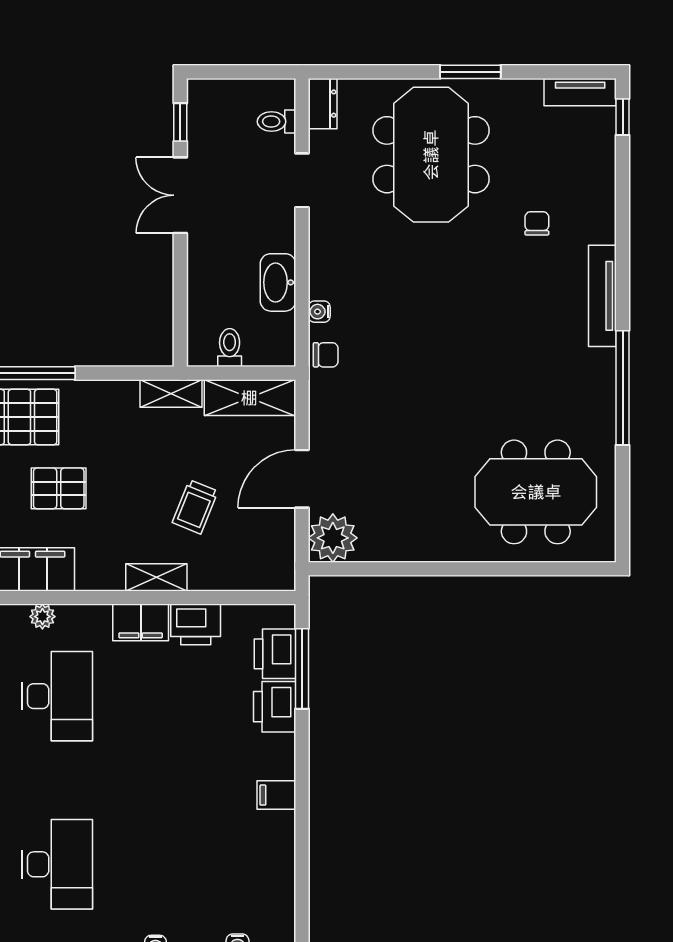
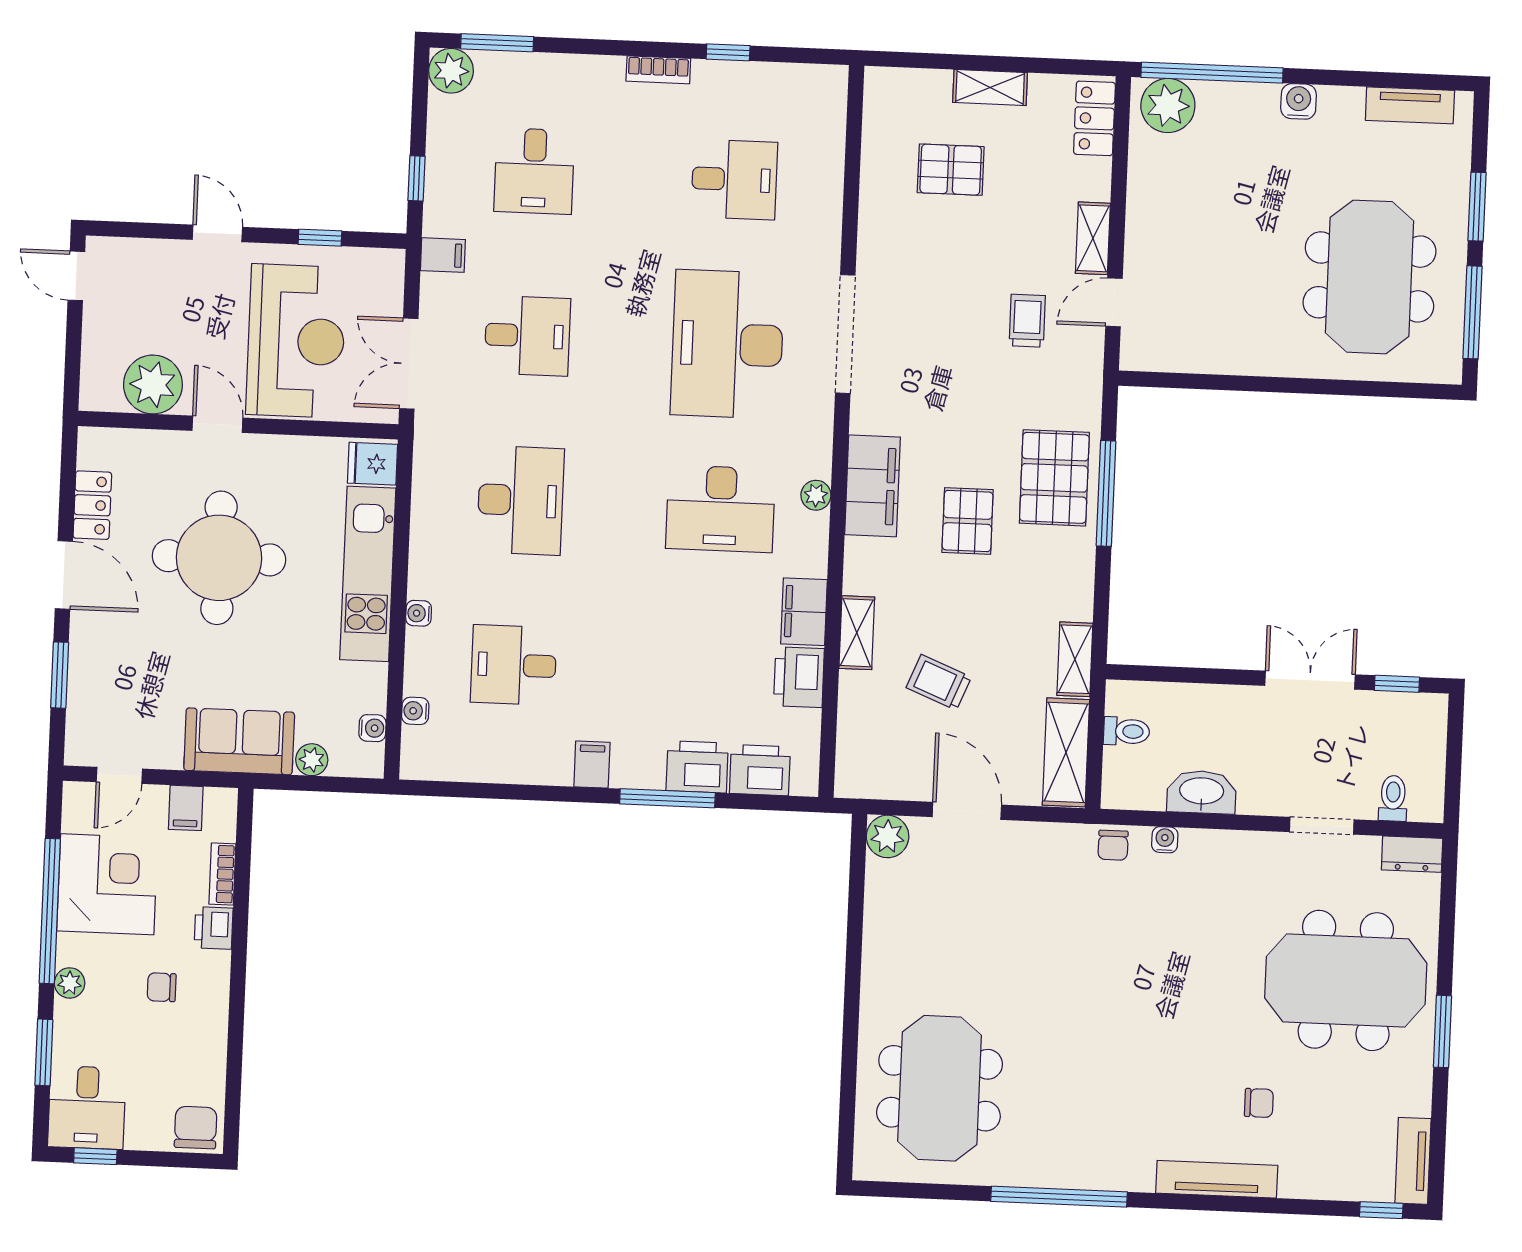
tv unit: (602, 296) -> (1217, 1179), moved
plant: (333, 538) -> (888, 836), width x0.73, depth x0.73
window: (302, 669) -> (667, 798), moved
desk: (57, 864) -> (520, 500), turned -90
desk: (196, 864) -> (514, 665), added

